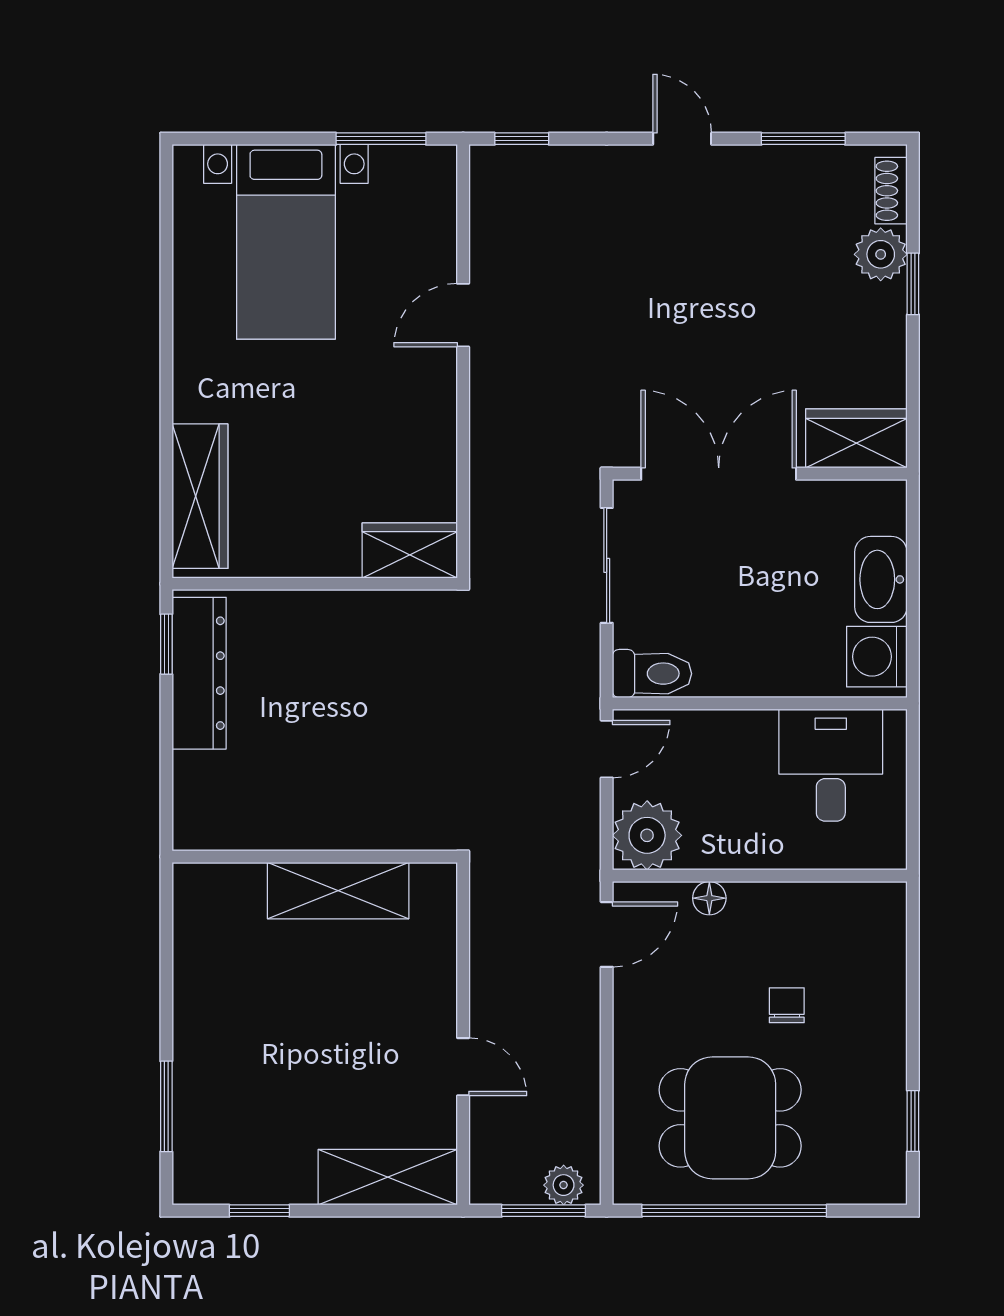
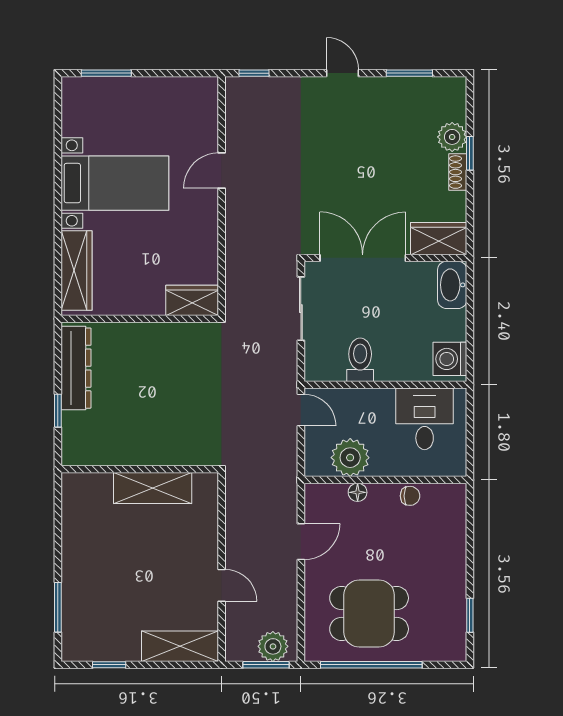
window: (381, 139) -> (106, 73), moved
shoe rack: (891, 191) -> (458, 172), moved
bed with nightstands: (286, 242) -> (115, 183), moved, turned -90
washbasin: (881, 579) -> (452, 285), moved
window: (166, 644) -> (58, 411), moved
toilet: (652, 674) -> (360, 360), moved, turned -90
door: (607, 749) -> (301, 410), hinge flipped
plant: (647, 835) -> (350, 458), moved
door: (607, 934) -> (301, 542), moved
chair: (787, 1005) -> (410, 496), moved, turned 90
plant: (564, 1185) -> (273, 646), width x1.38, depth x1.38

